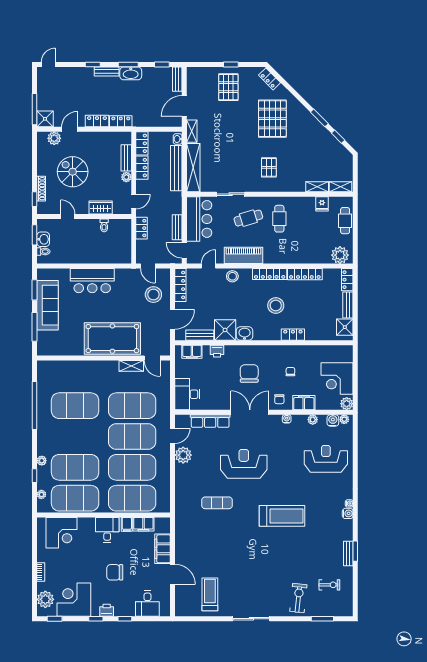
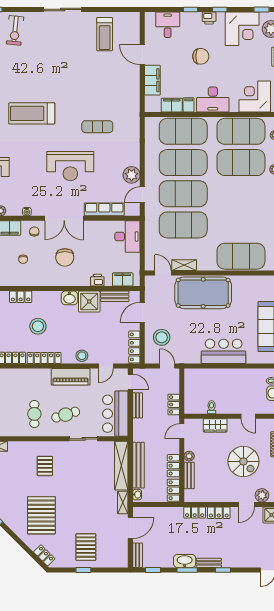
exercise mat: (75, 406) -> (241, 256), moved
desk: (107, 530) -> (213, 99), width x1.37

